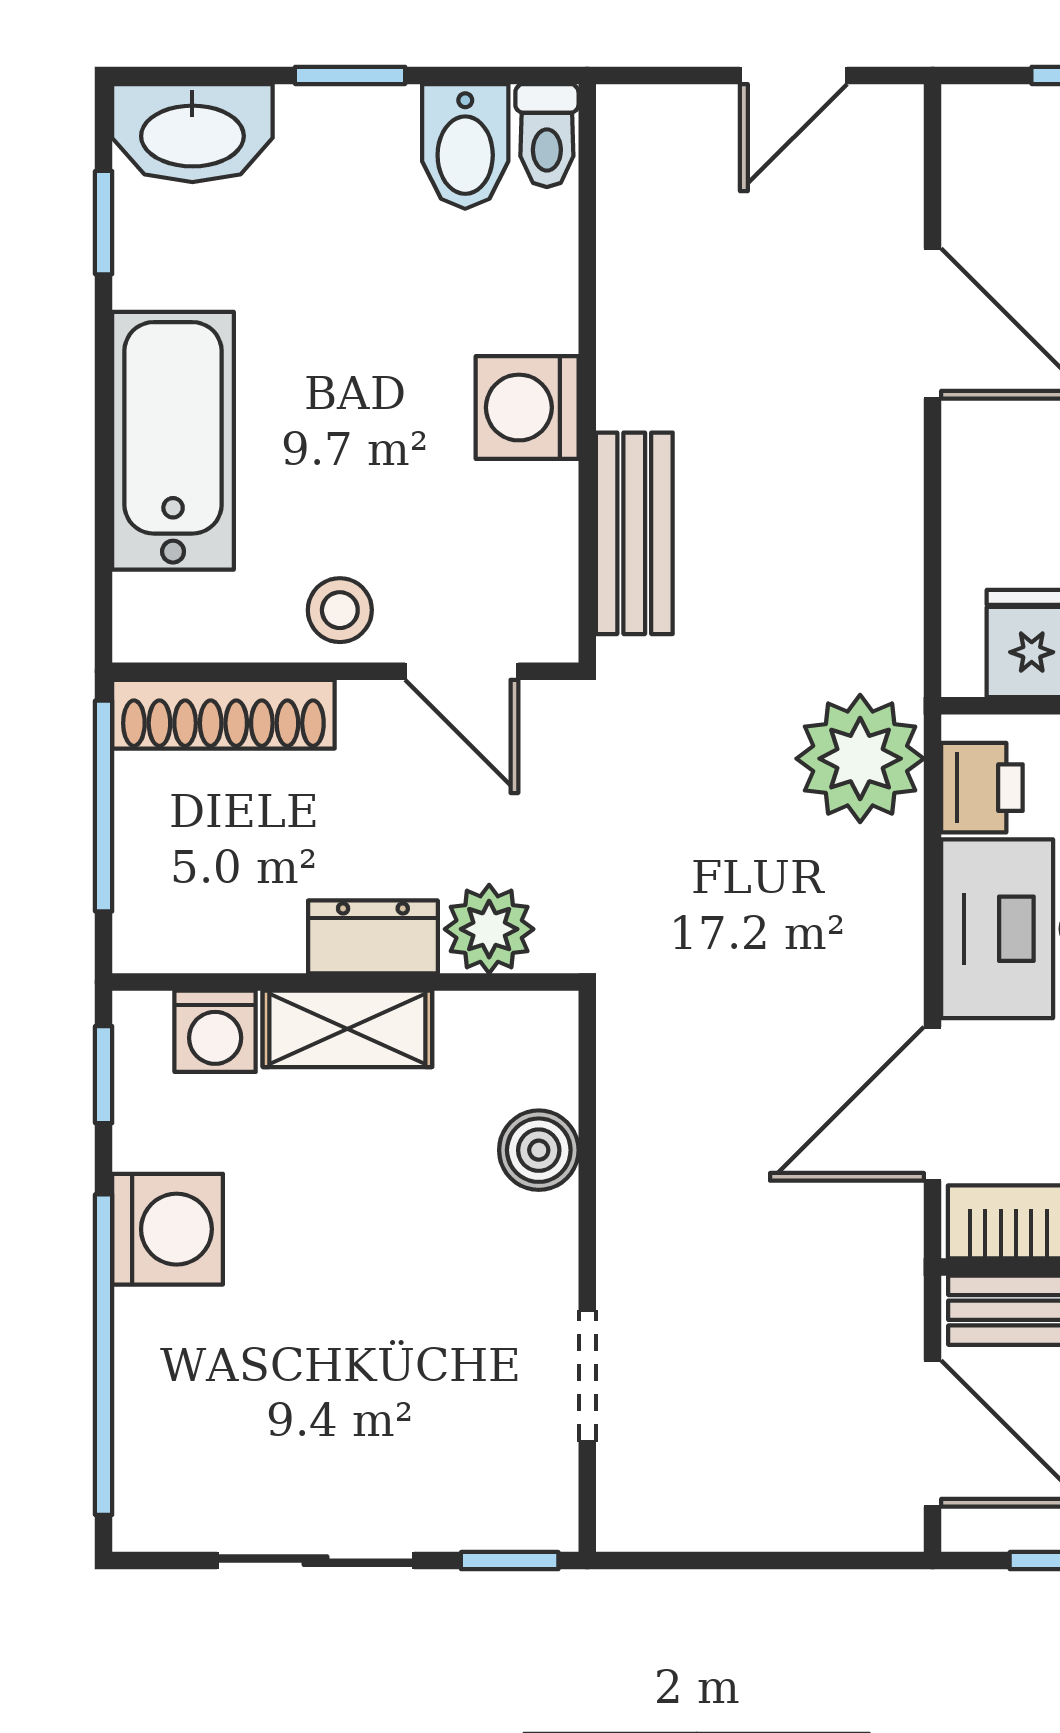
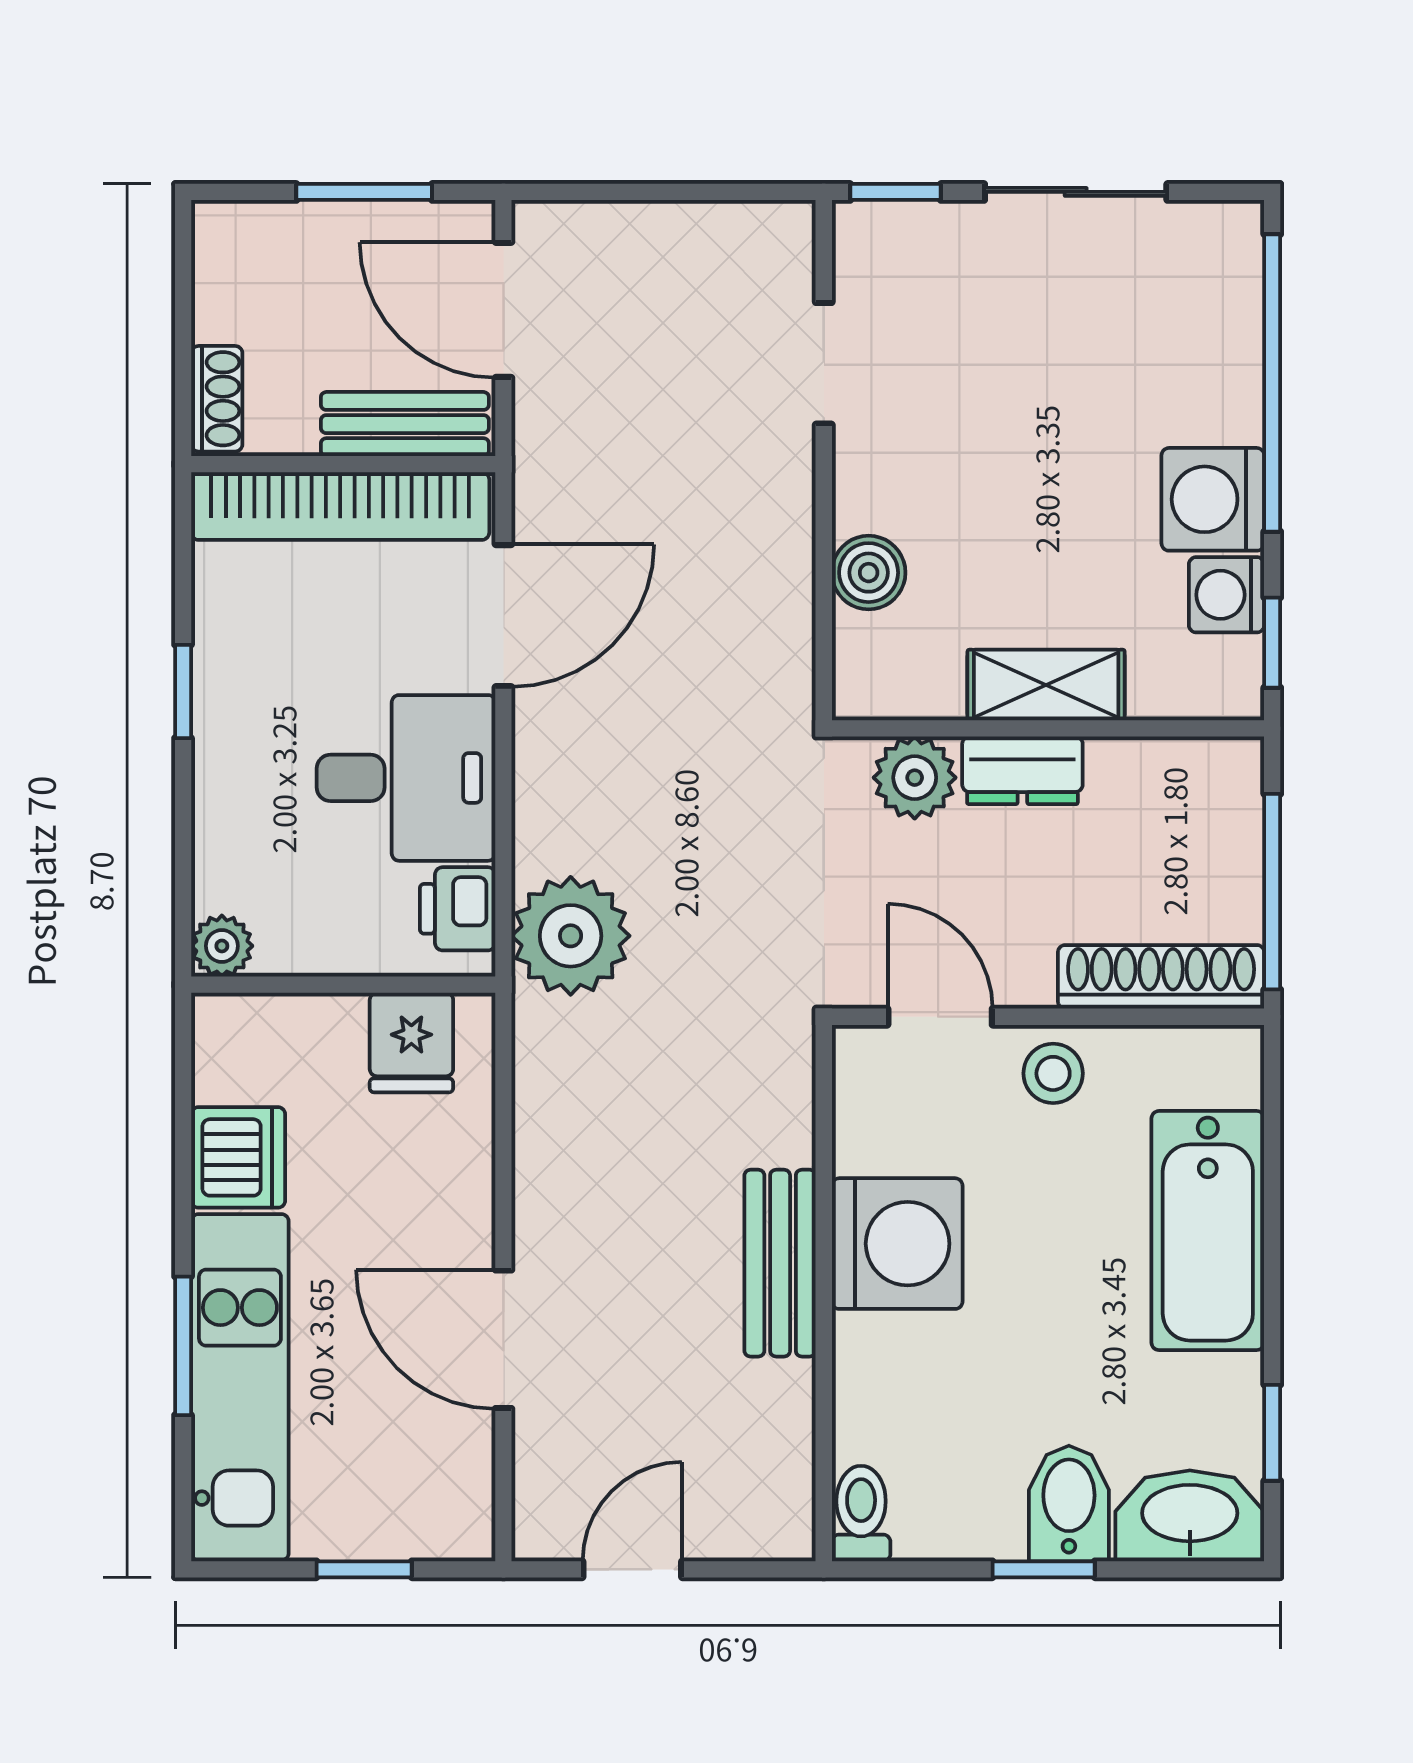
bidet: (465, 146) -> (1069, 1503), moved
washing machine: (527, 408) -> (897, 1244), width x1.37, depth x1.37
bench: (634, 533) -> (780, 1263), moved
washing machine: (215, 1031) -> (1227, 595), moved, turned -90

